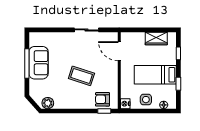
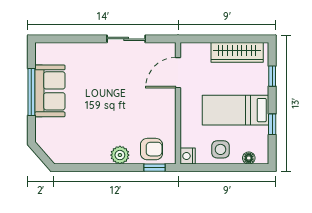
wardrobe: (156, 38) -> (237, 52), width x1.50
door: (119, 51) -> (178, 73), hinge flipped
coffee table: (81, 76) -> (118, 112), removed
armchair: (102, 99) -> (151, 149), turned 180
plant: (48, 103) -> (120, 155), moved

